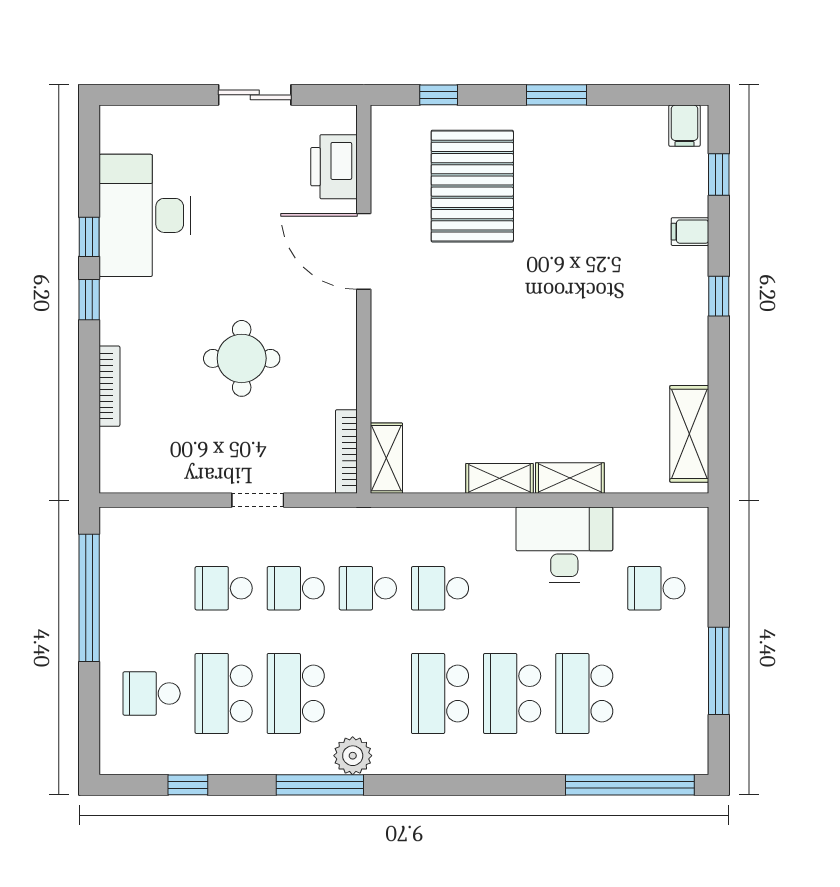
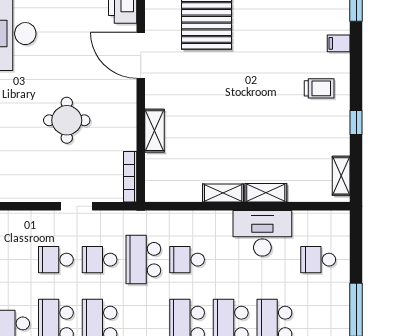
window: (719, 296) -> (356, 123), moved
trolley: (658, 306) -> (319, 88), added
shelving: (689, 434) -> (341, 176), width x0.67, depth x0.75
shelving: (386, 458) -> (154, 131), moved
school desk: (368, 588) -> (143, 260), width x1.85

